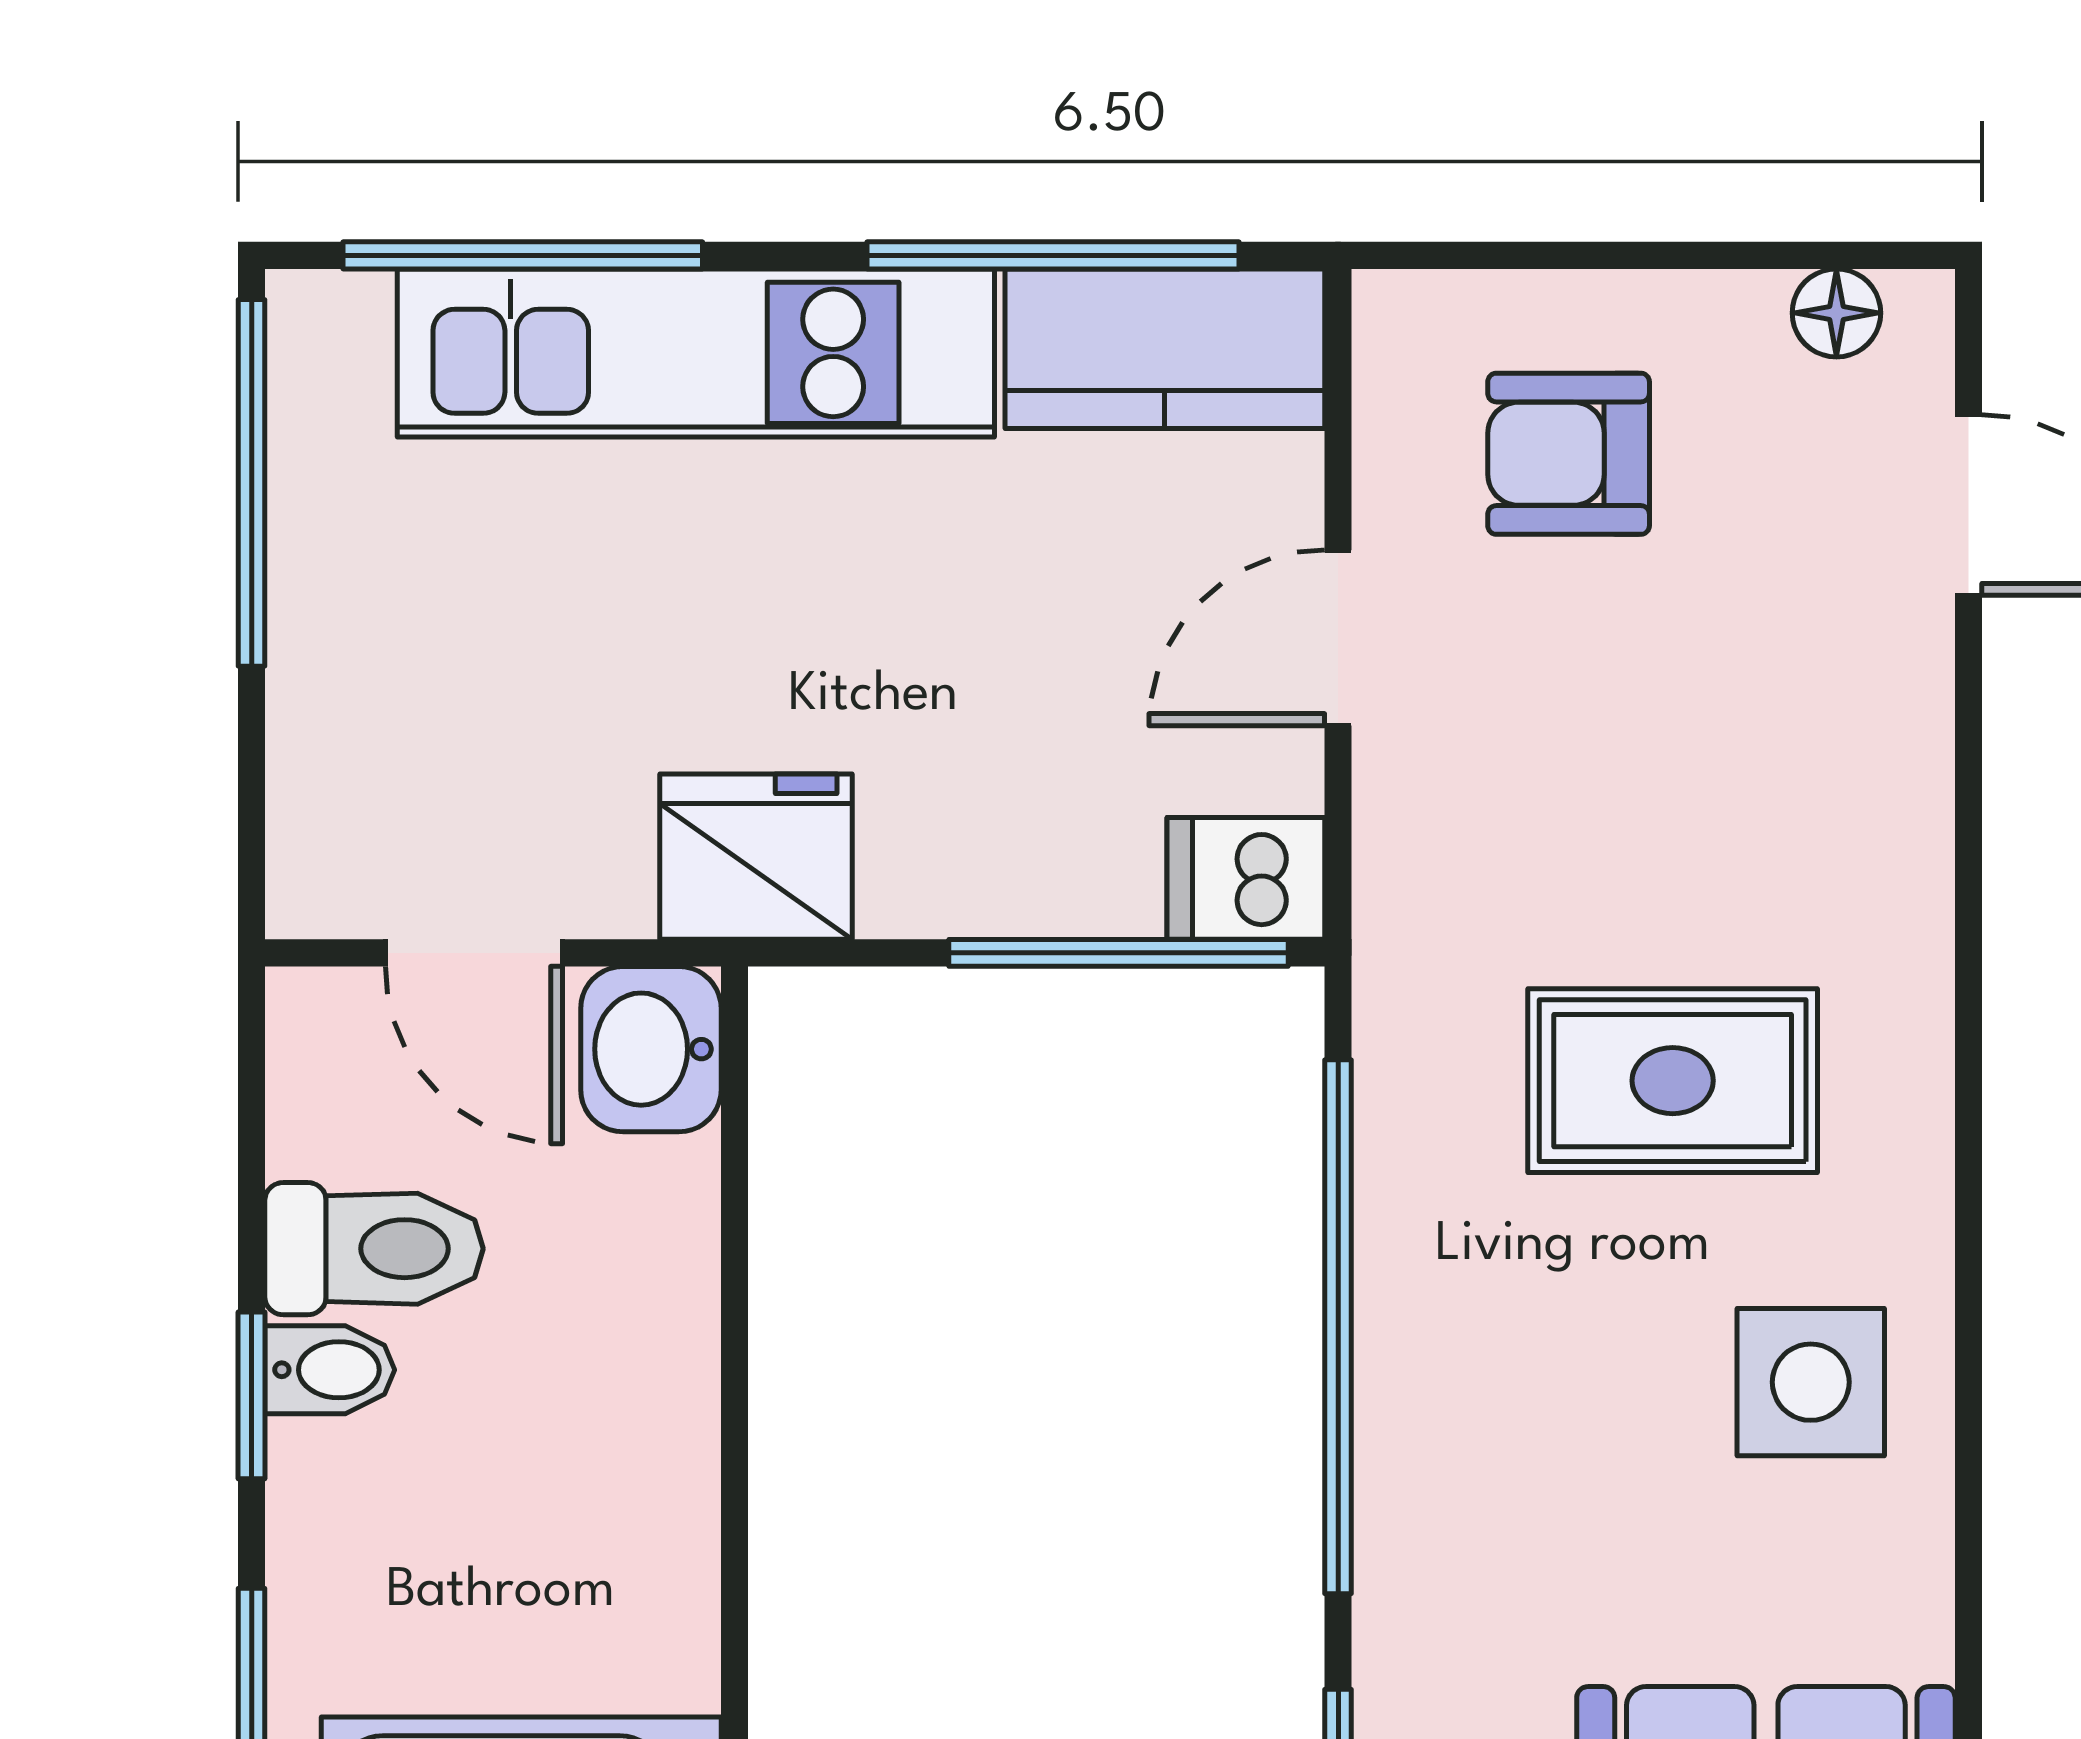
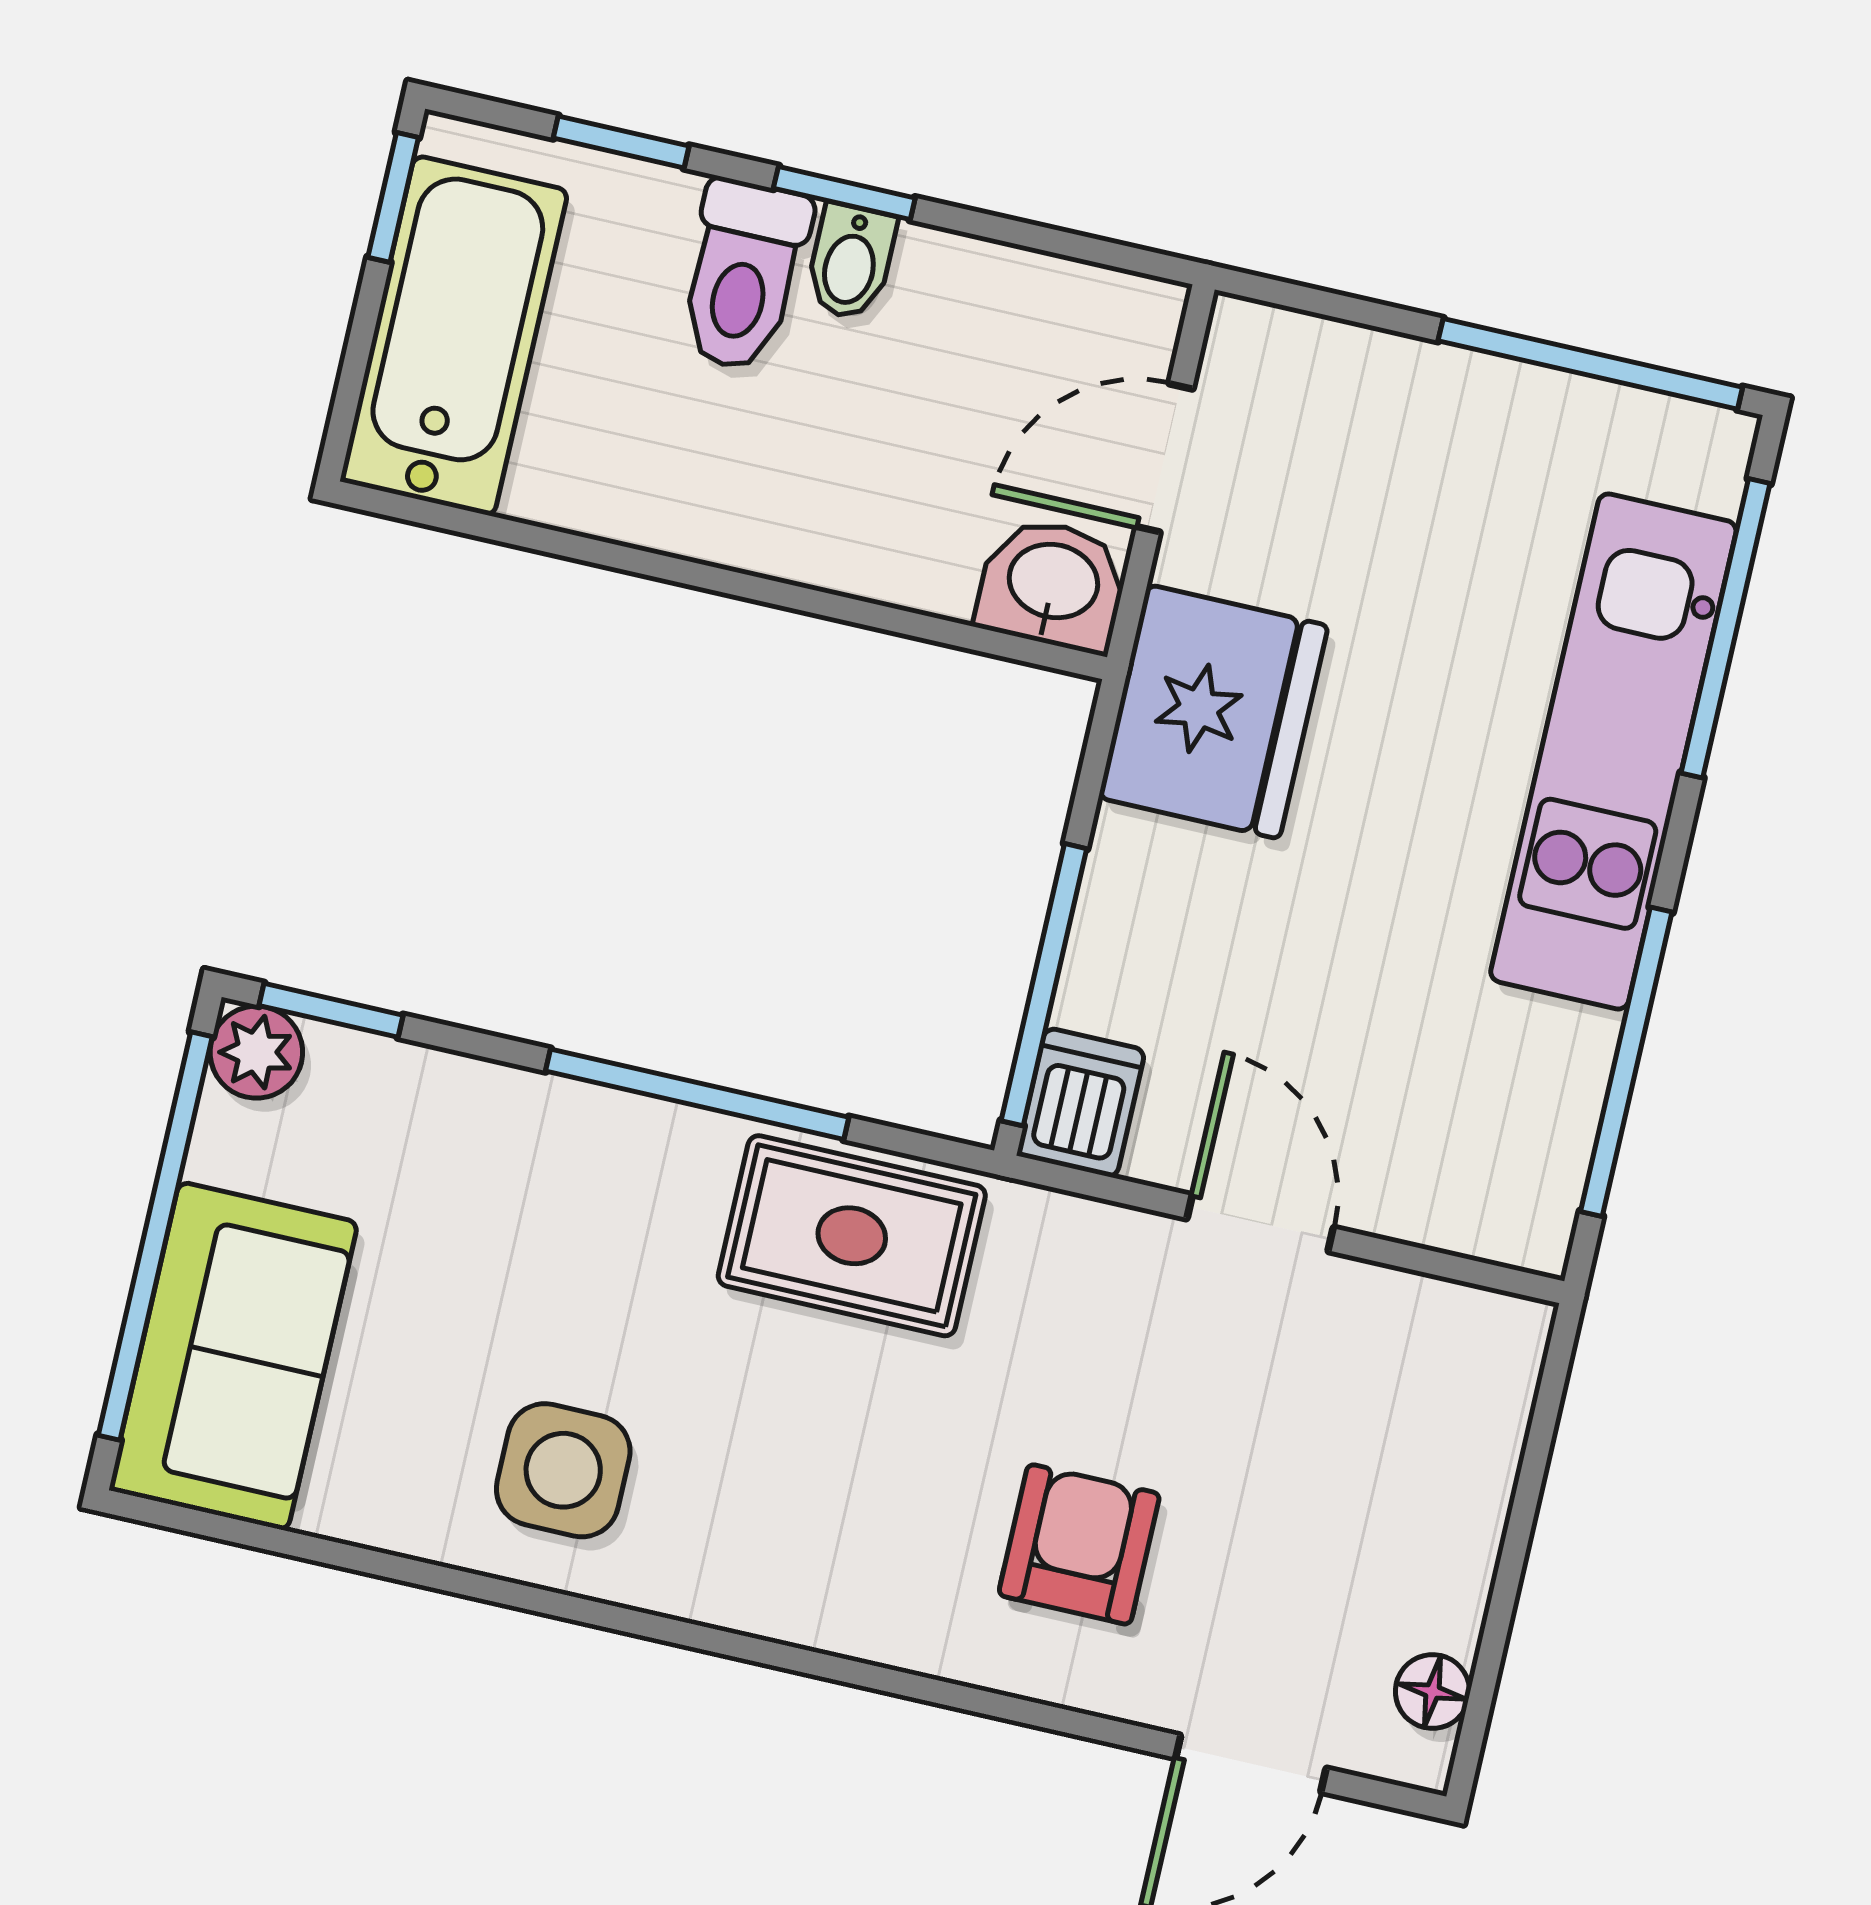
kitchen counter: (1165, 349) -> (1529, 1136), removed
armchair: (1569, 454) -> (1079, 1544), moved
fridge: (756, 857) -> (1213, 712), width x1.36, depth x1.34
rug: (1673, 1081) -> (852, 1236), moved, turned 90
toilet: (374, 1249) -> (743, 275), moved
window: (1338, 1327) -> (697, 1094), width x0.68

